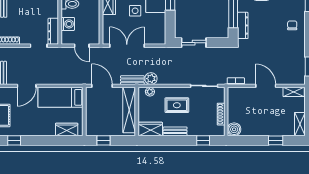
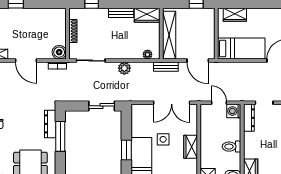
washing machine: (68, 24) -> (234, 111), moved
plant: (151, 79) -> (124, 68), moved
rug: (177, 105) -> (119, 40), removed
boiler: (234, 129) -> (59, 52), moved

